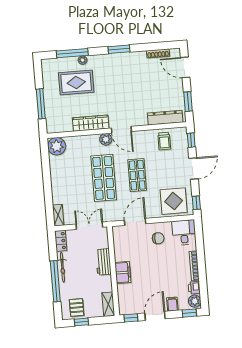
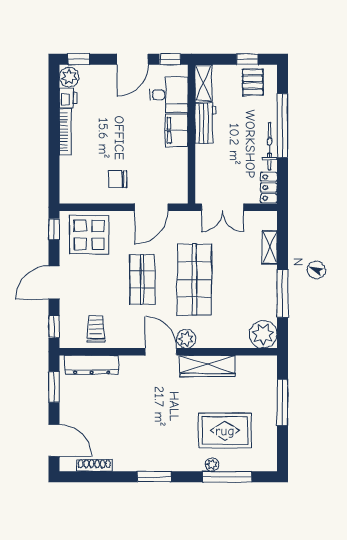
window: (46, 174) -> (282, 293), added
shelving: (58, 215) -> (270, 247), moved
desk: (184, 232) -> (169, 95), moved, turned -90
workbench: (103, 262) -> (205, 123), moved
filing cabinet: (172, 304) -> (104, 75), removed

